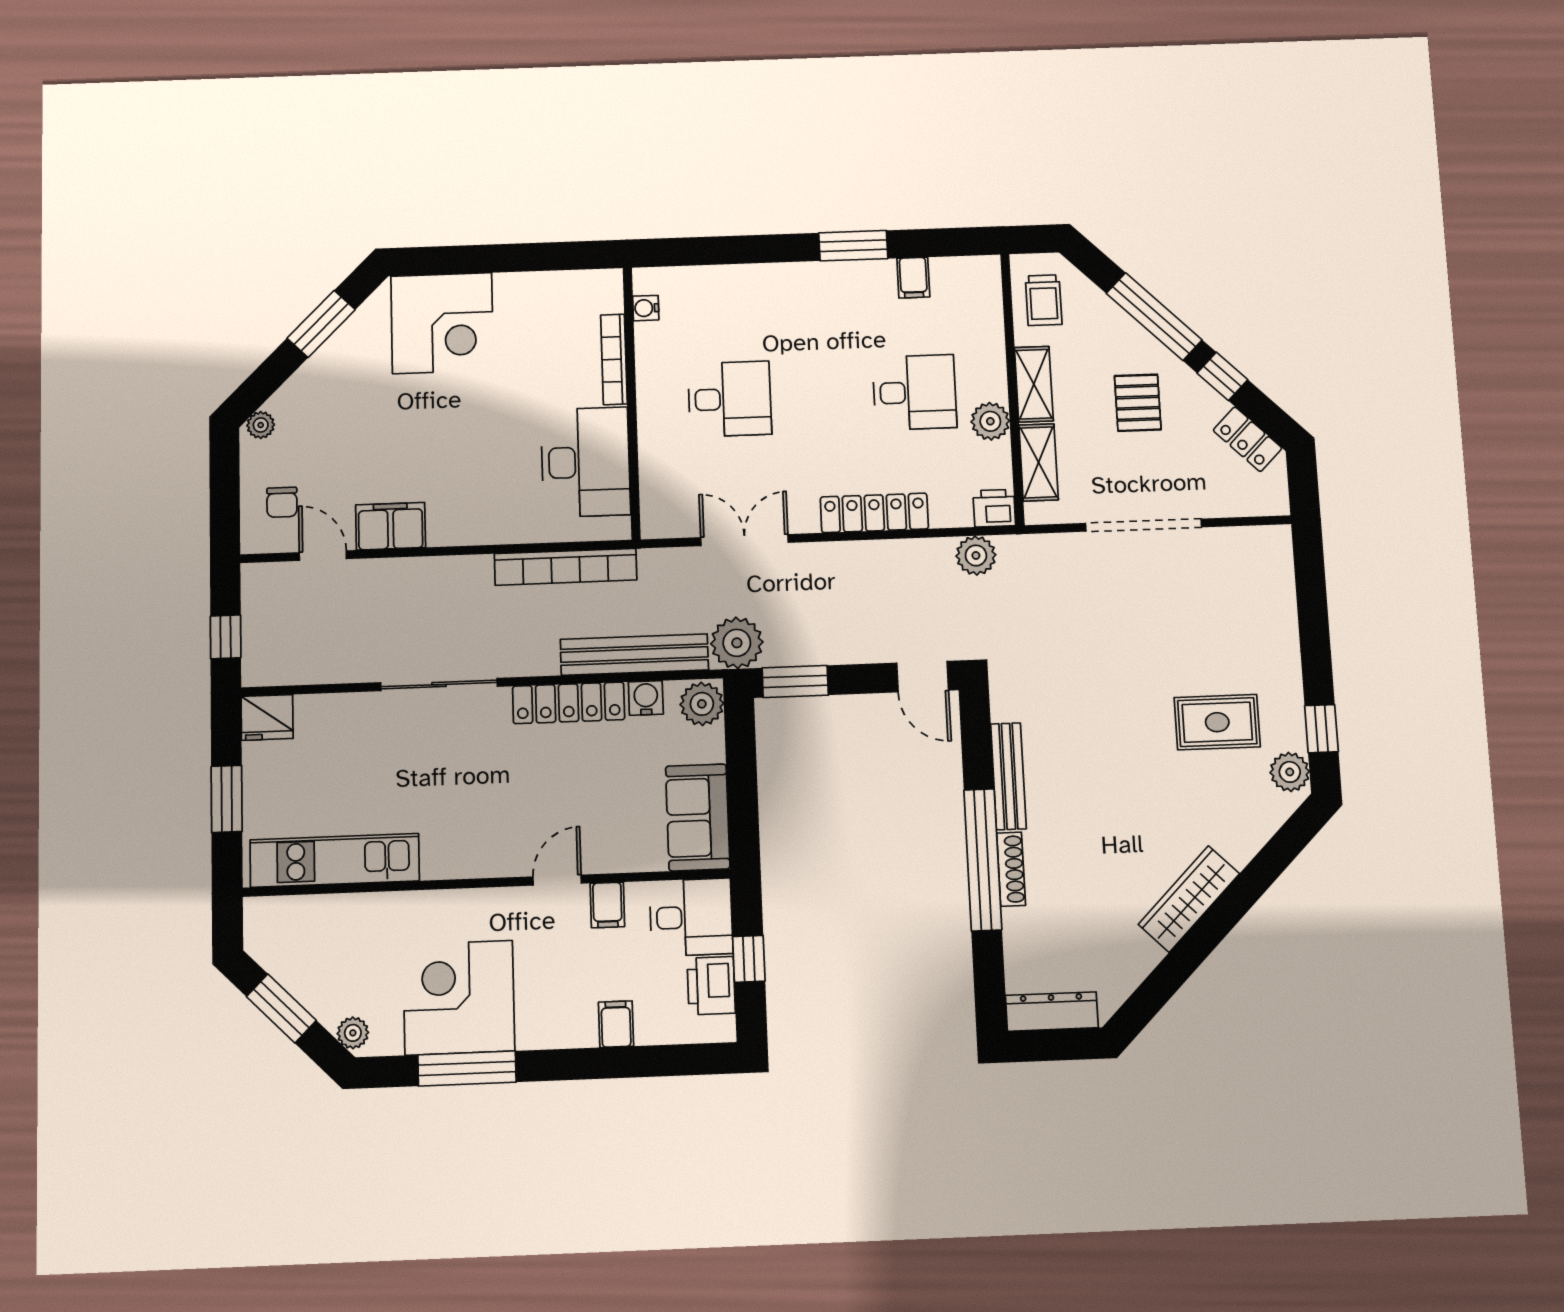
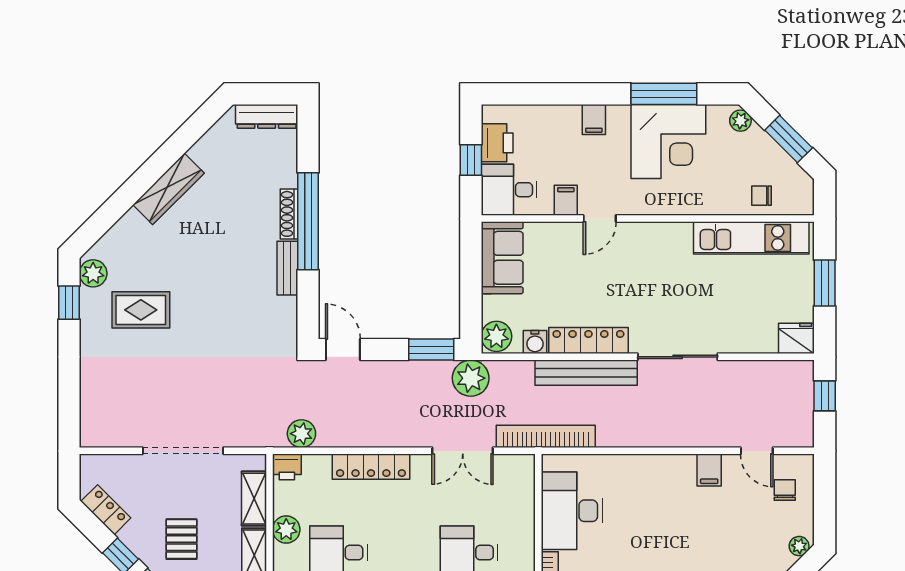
filing cabinet: (391, 526) -> (709, 470), width x0.50
bookcase: (566, 567) -> (546, 436), moved
bench: (634, 655) -> (586, 373), moved
bench: (1008, 776) -> (287, 268), width x0.73
chair: (320, 923) -> (761, 196), added
filing cabinet: (616, 1024) -> (594, 120), moved

